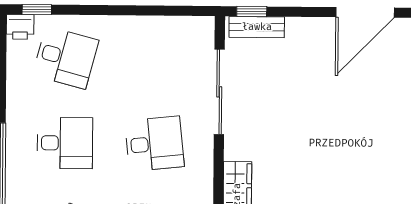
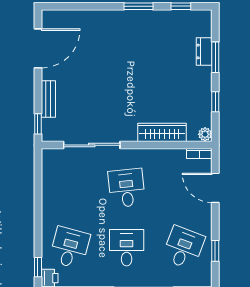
door: (365, 12) -> (38, 48), hinge flipped
bench: (257, 27) -> (48, 99), moved

